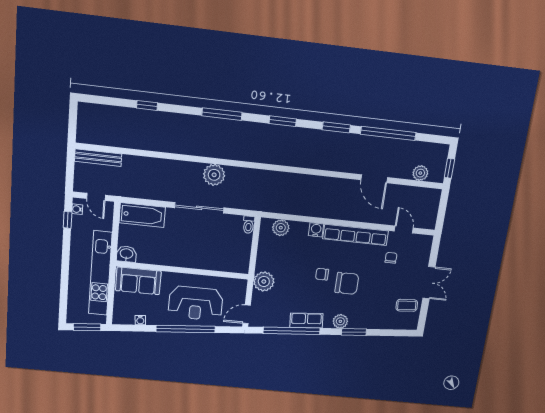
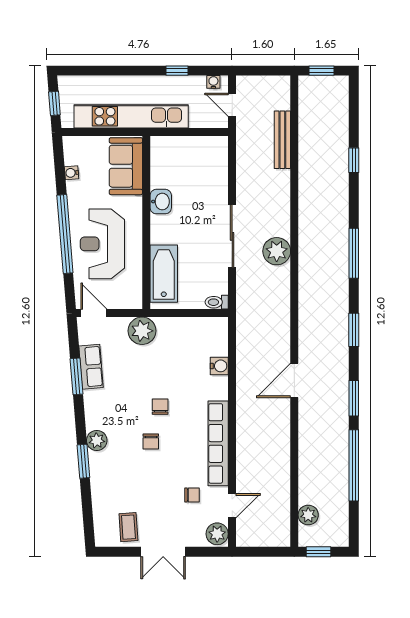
window: (73, 123) -> (321, 71), added
bench: (98, 158) -> (282, 140), moved
door: (374, 179) -> (294, 380), moved
door: (96, 197) -> (232, 105), hinge flipped
bathtub: (142, 215) -> (164, 274), moved, turned 180
window: (68, 220) -> (177, 71), moved
plant: (281, 228) -> (217, 534), moved
water cooler: (316, 230) -> (219, 366), moved
washbasin: (126, 254) -> (161, 202), moved
chair: (347, 283) -> (151, 442), width x0.54, depth x0.54
row of seats: (306, 320) -> (91, 367), moved
window: (87, 327) -> (54, 103), width x0.67
window: (292, 331) -> (76, 376), width x0.47

